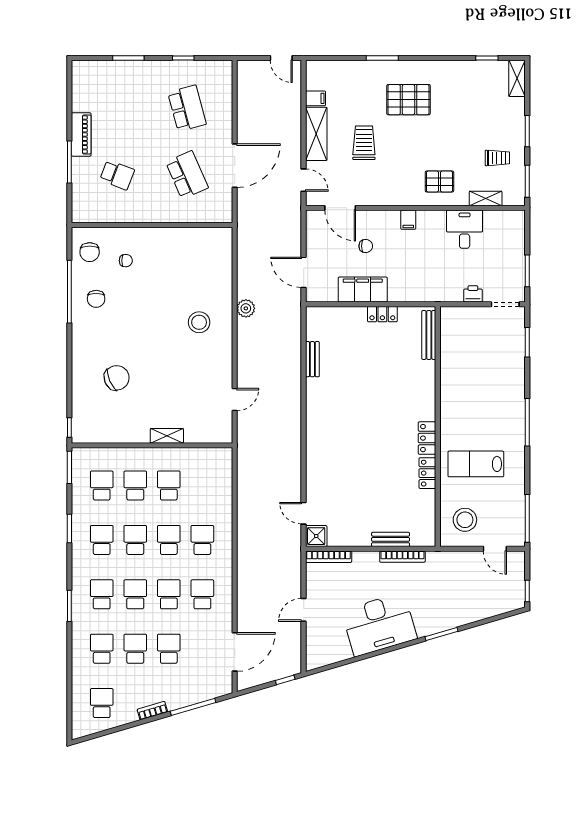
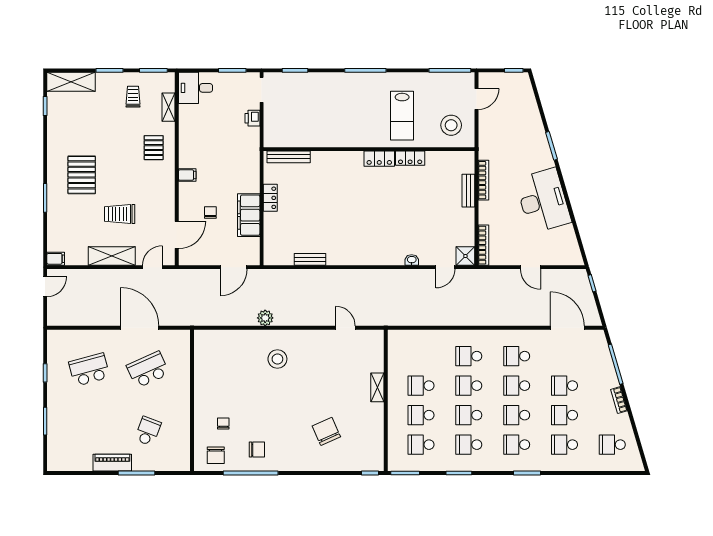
shelving: (517, 78) -> (71, 82), width x1.50, depth x1.33
filing cabinet: (316, 98) -> (56, 259), moved, turned 90
desk: (465, 229) -> (196, 88), moved
chair: (90, 252) -> (216, 455), turned 90
washbasin: (312, 475) -> (412, 260), added

